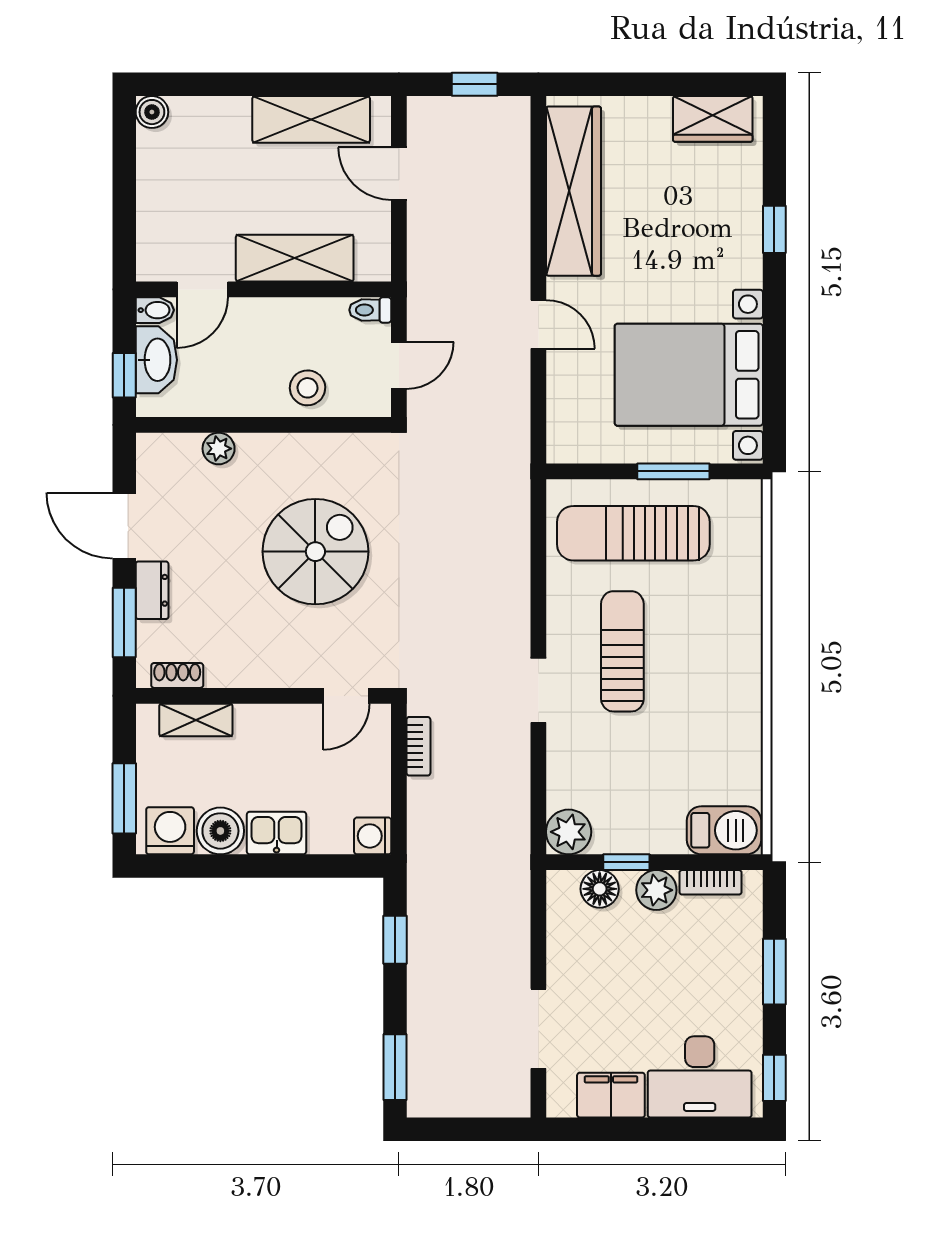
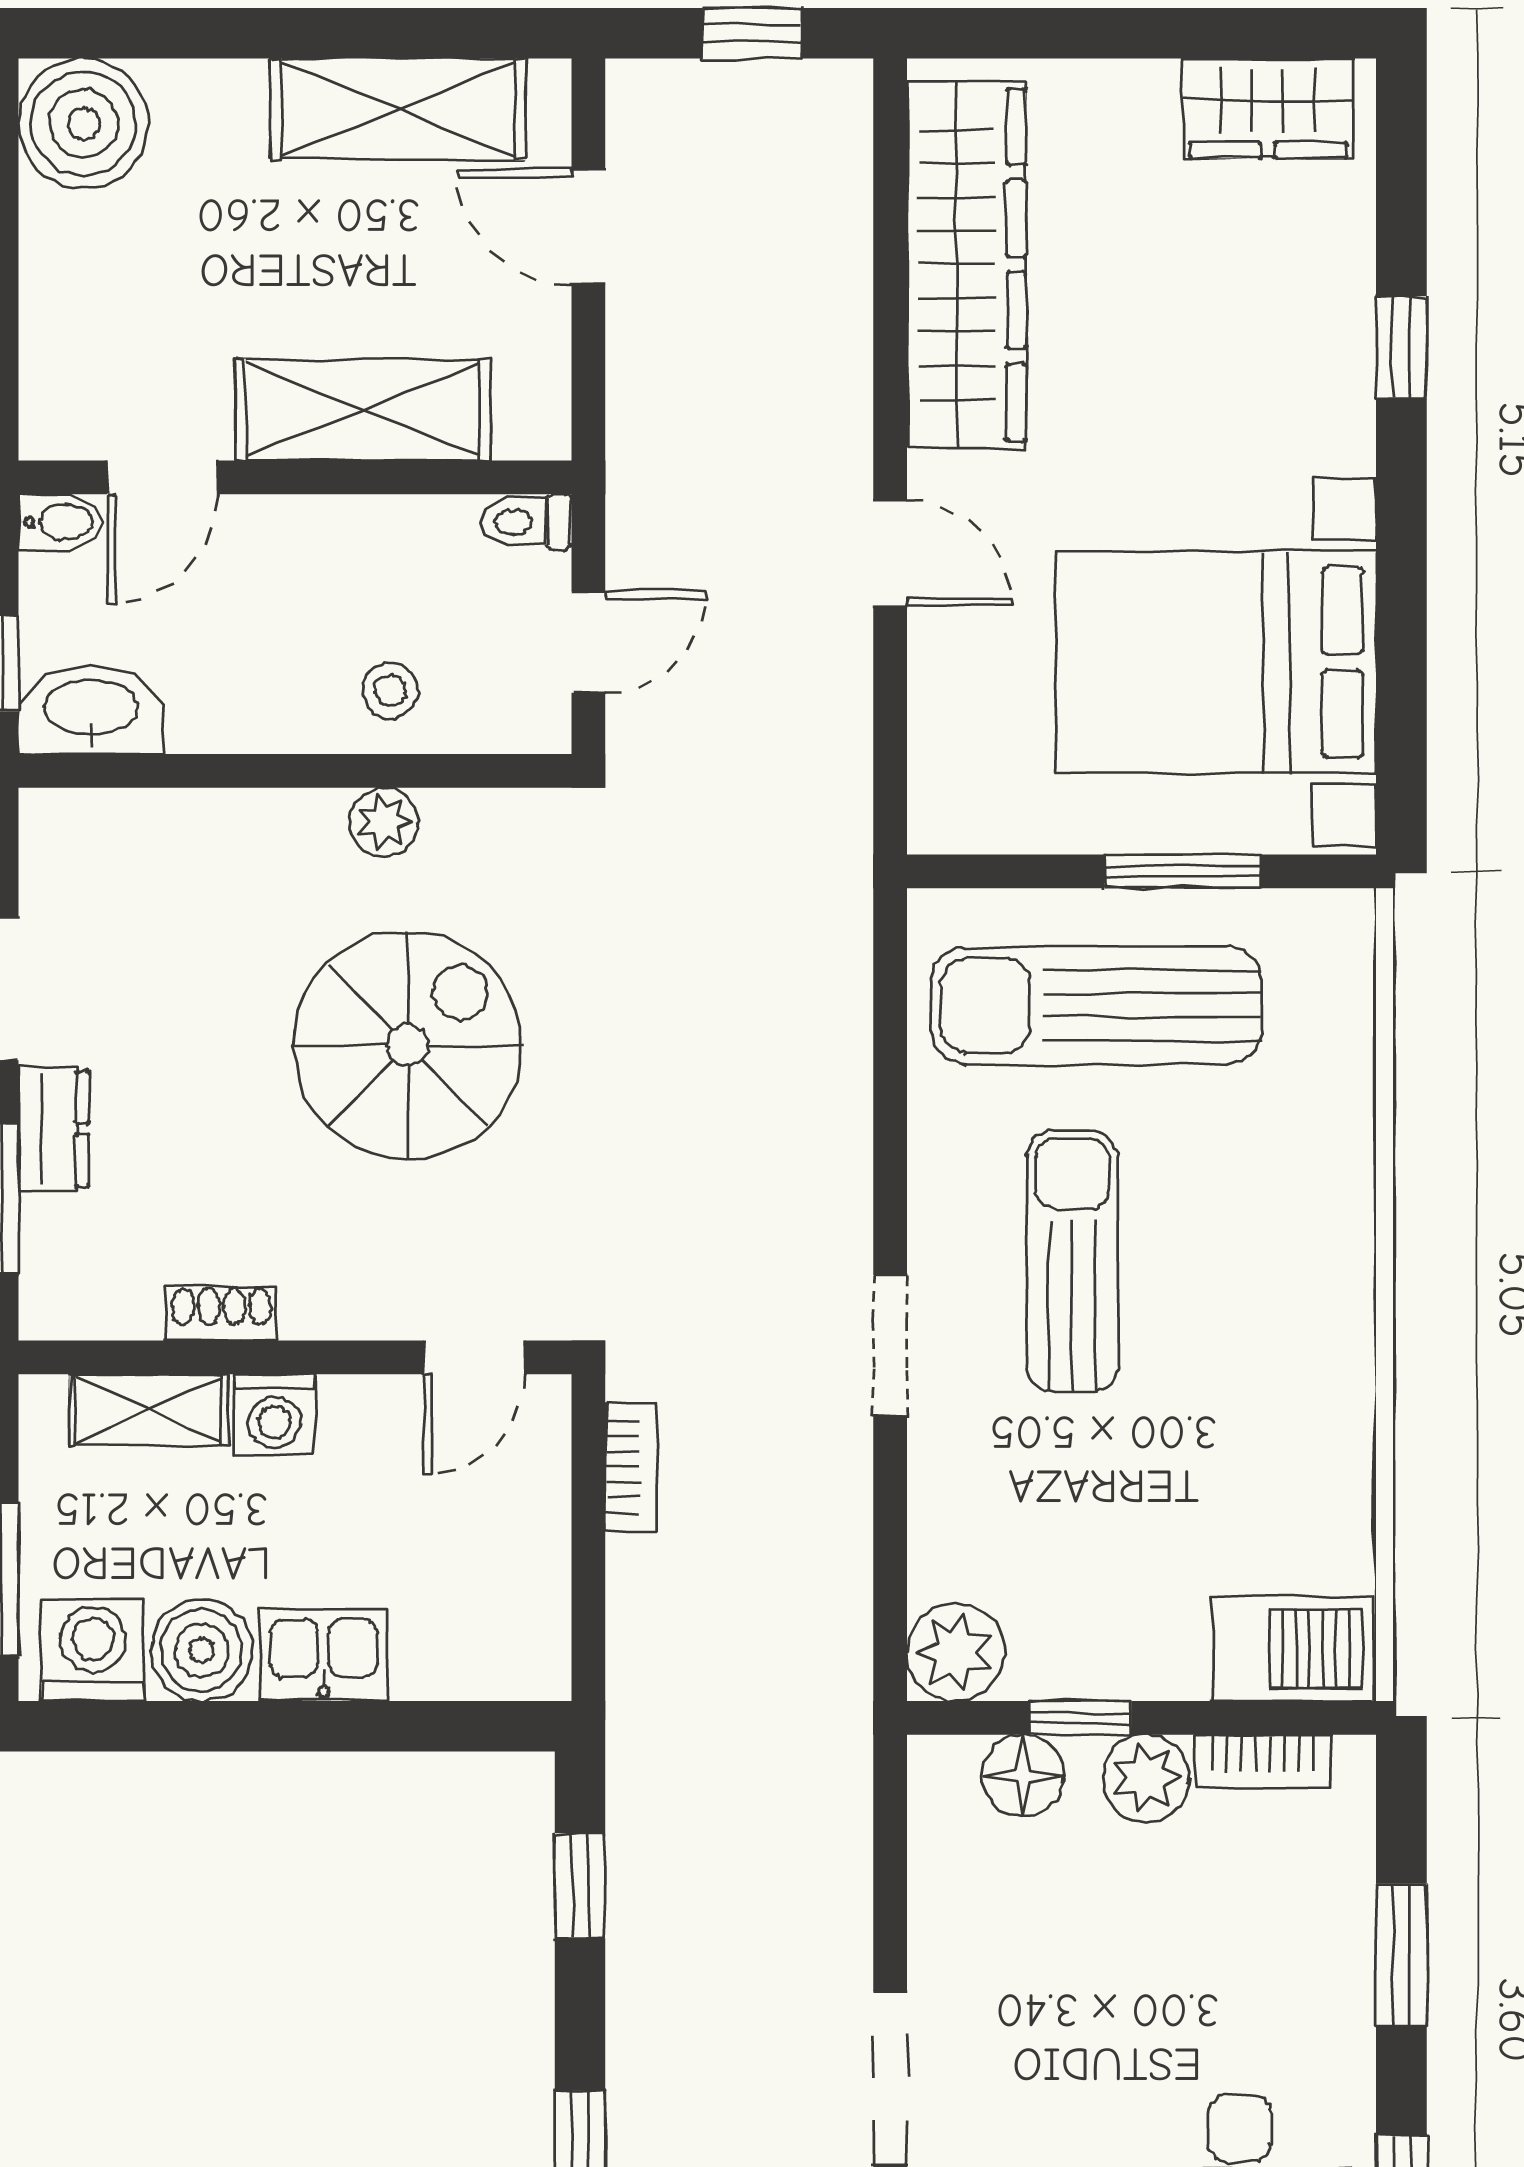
boiler: (152, 112) -> (84, 124), width x1.86, depth x1.86
washbasin: (156, 360) -> (91, 710), moved, turned -90
stool: (308, 388) -> (390, 691), width x0.73, depth x0.73
plant: (219, 449) -> (384, 822), moved
shoe rack: (177, 675) -> (222, 1314), moved
washing machine: (373, 836) -> (274, 1414), moved, turned -90

